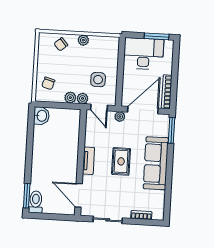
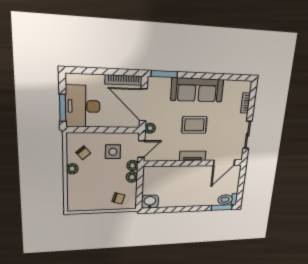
window: (157, 36) -> (63, 108), moved
chair: (61, 44) -> (83, 153), moved

